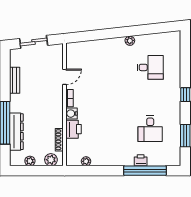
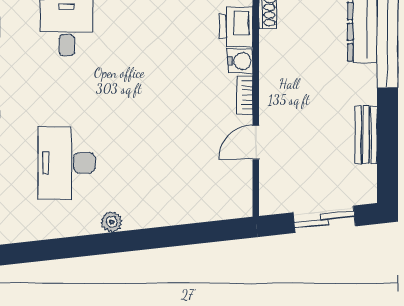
desk: (150, 67) -> (67, 163), width x1.37

